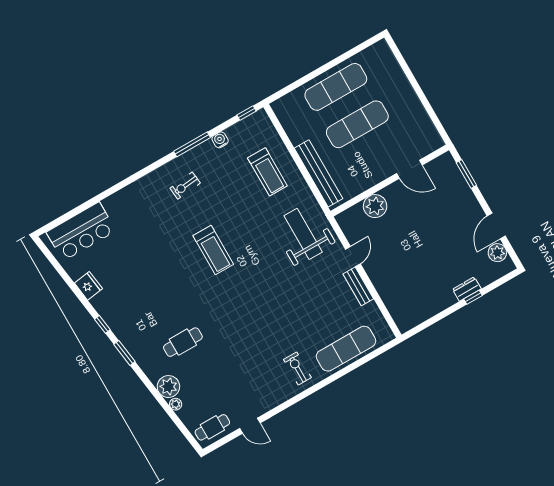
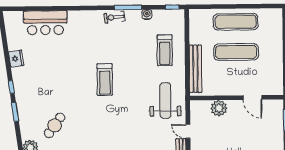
exercise bike: (185, 186) -> (114, 17), moved
bar counter: (81, 231) -> (45, 23), moved
door: (353, 256) -> (188, 131), swing flipped
cafe table: (183, 342) -> (55, 125), turned -54

